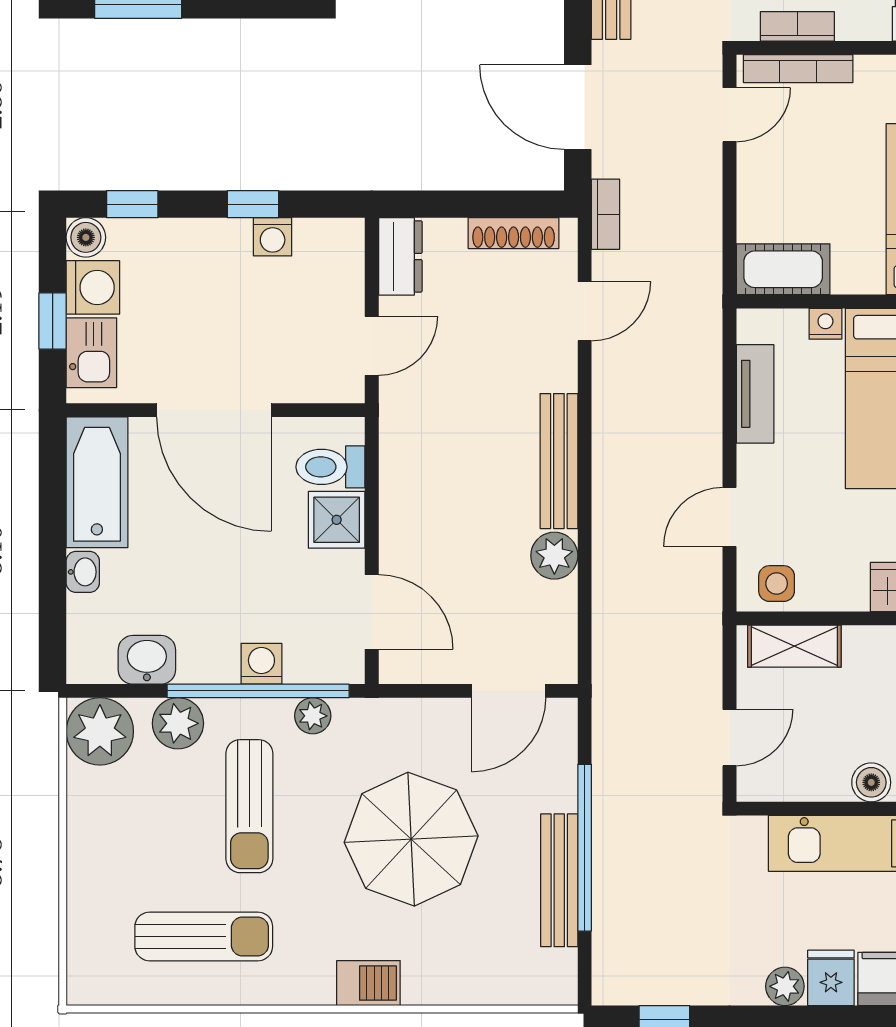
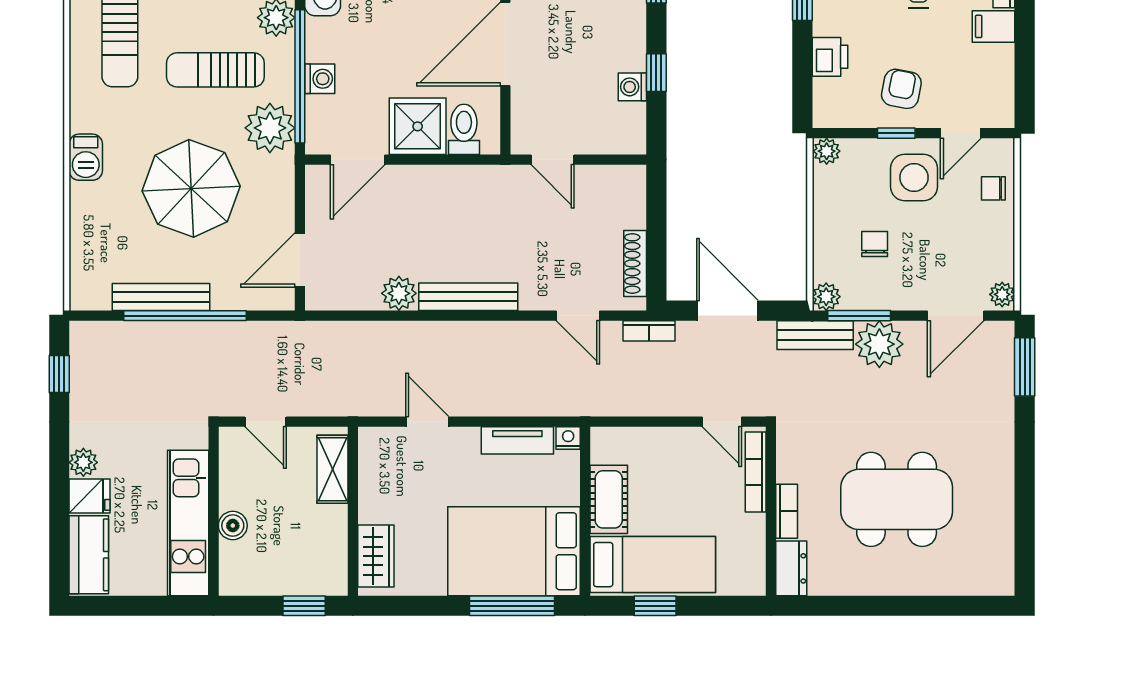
bookcase: (797, 26) -> (787, 511), moved
door: (578, 107) -> (727, 311), hinge flipped
dresser: (400, 256) -> (618, 181), removed
cot: (783, 269) -> (609, 499), moved
nightstand: (825, 324) -> (568, 438), moved, turned -90
shower: (337, 520) -> (418, 126), width x1.36, depth x1.36
side table: (777, 584) -> (378, 456), removed
door: (509, 691) -> (300, 260), hinge flipped
plant: (313, 716) -> (270, 128), width x1.88, depth x1.88

